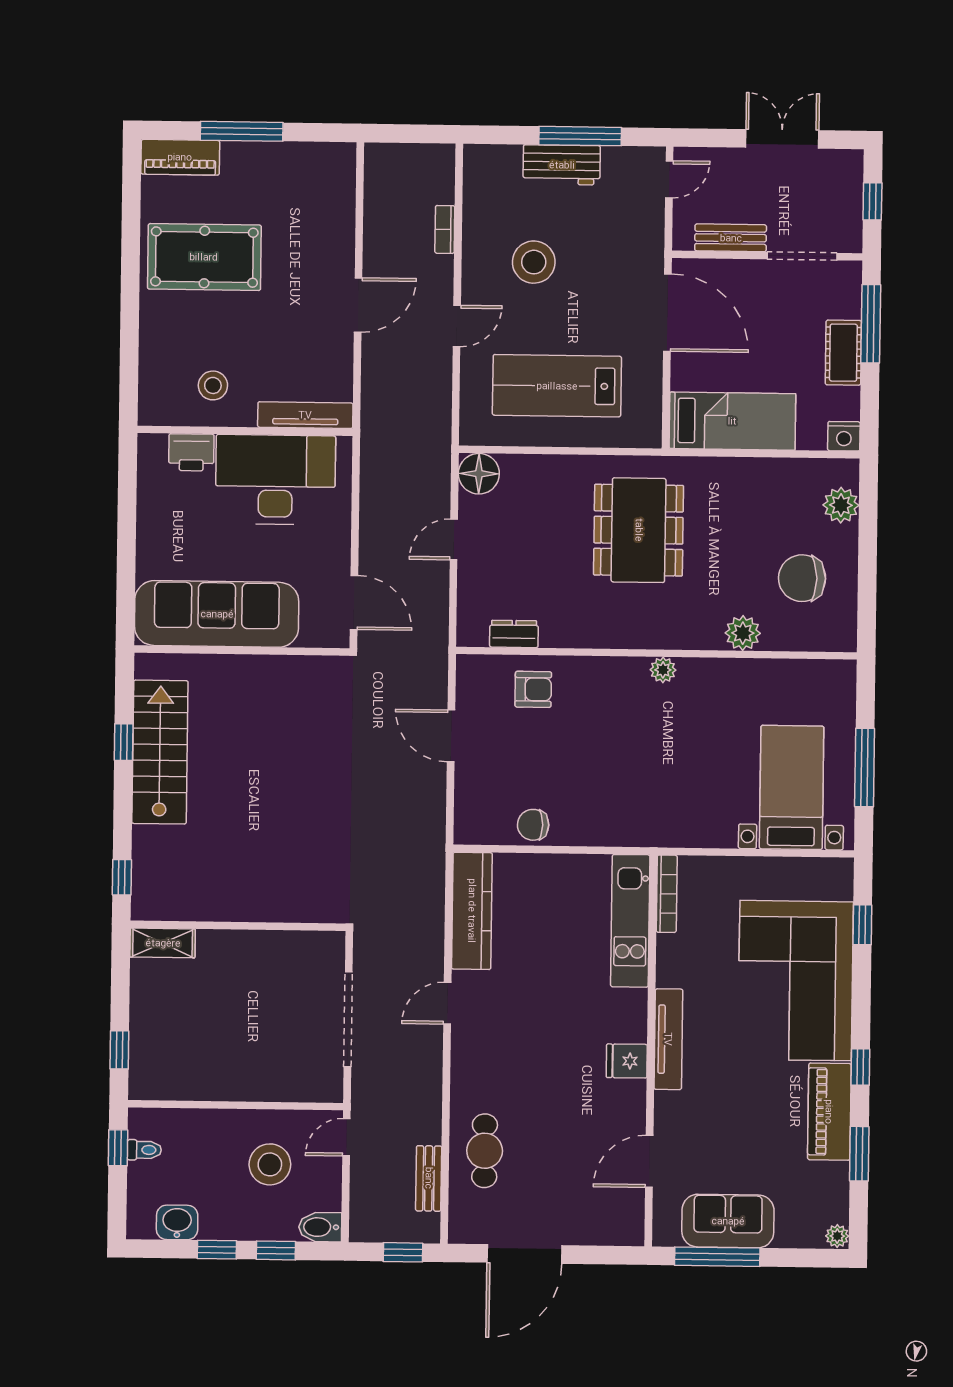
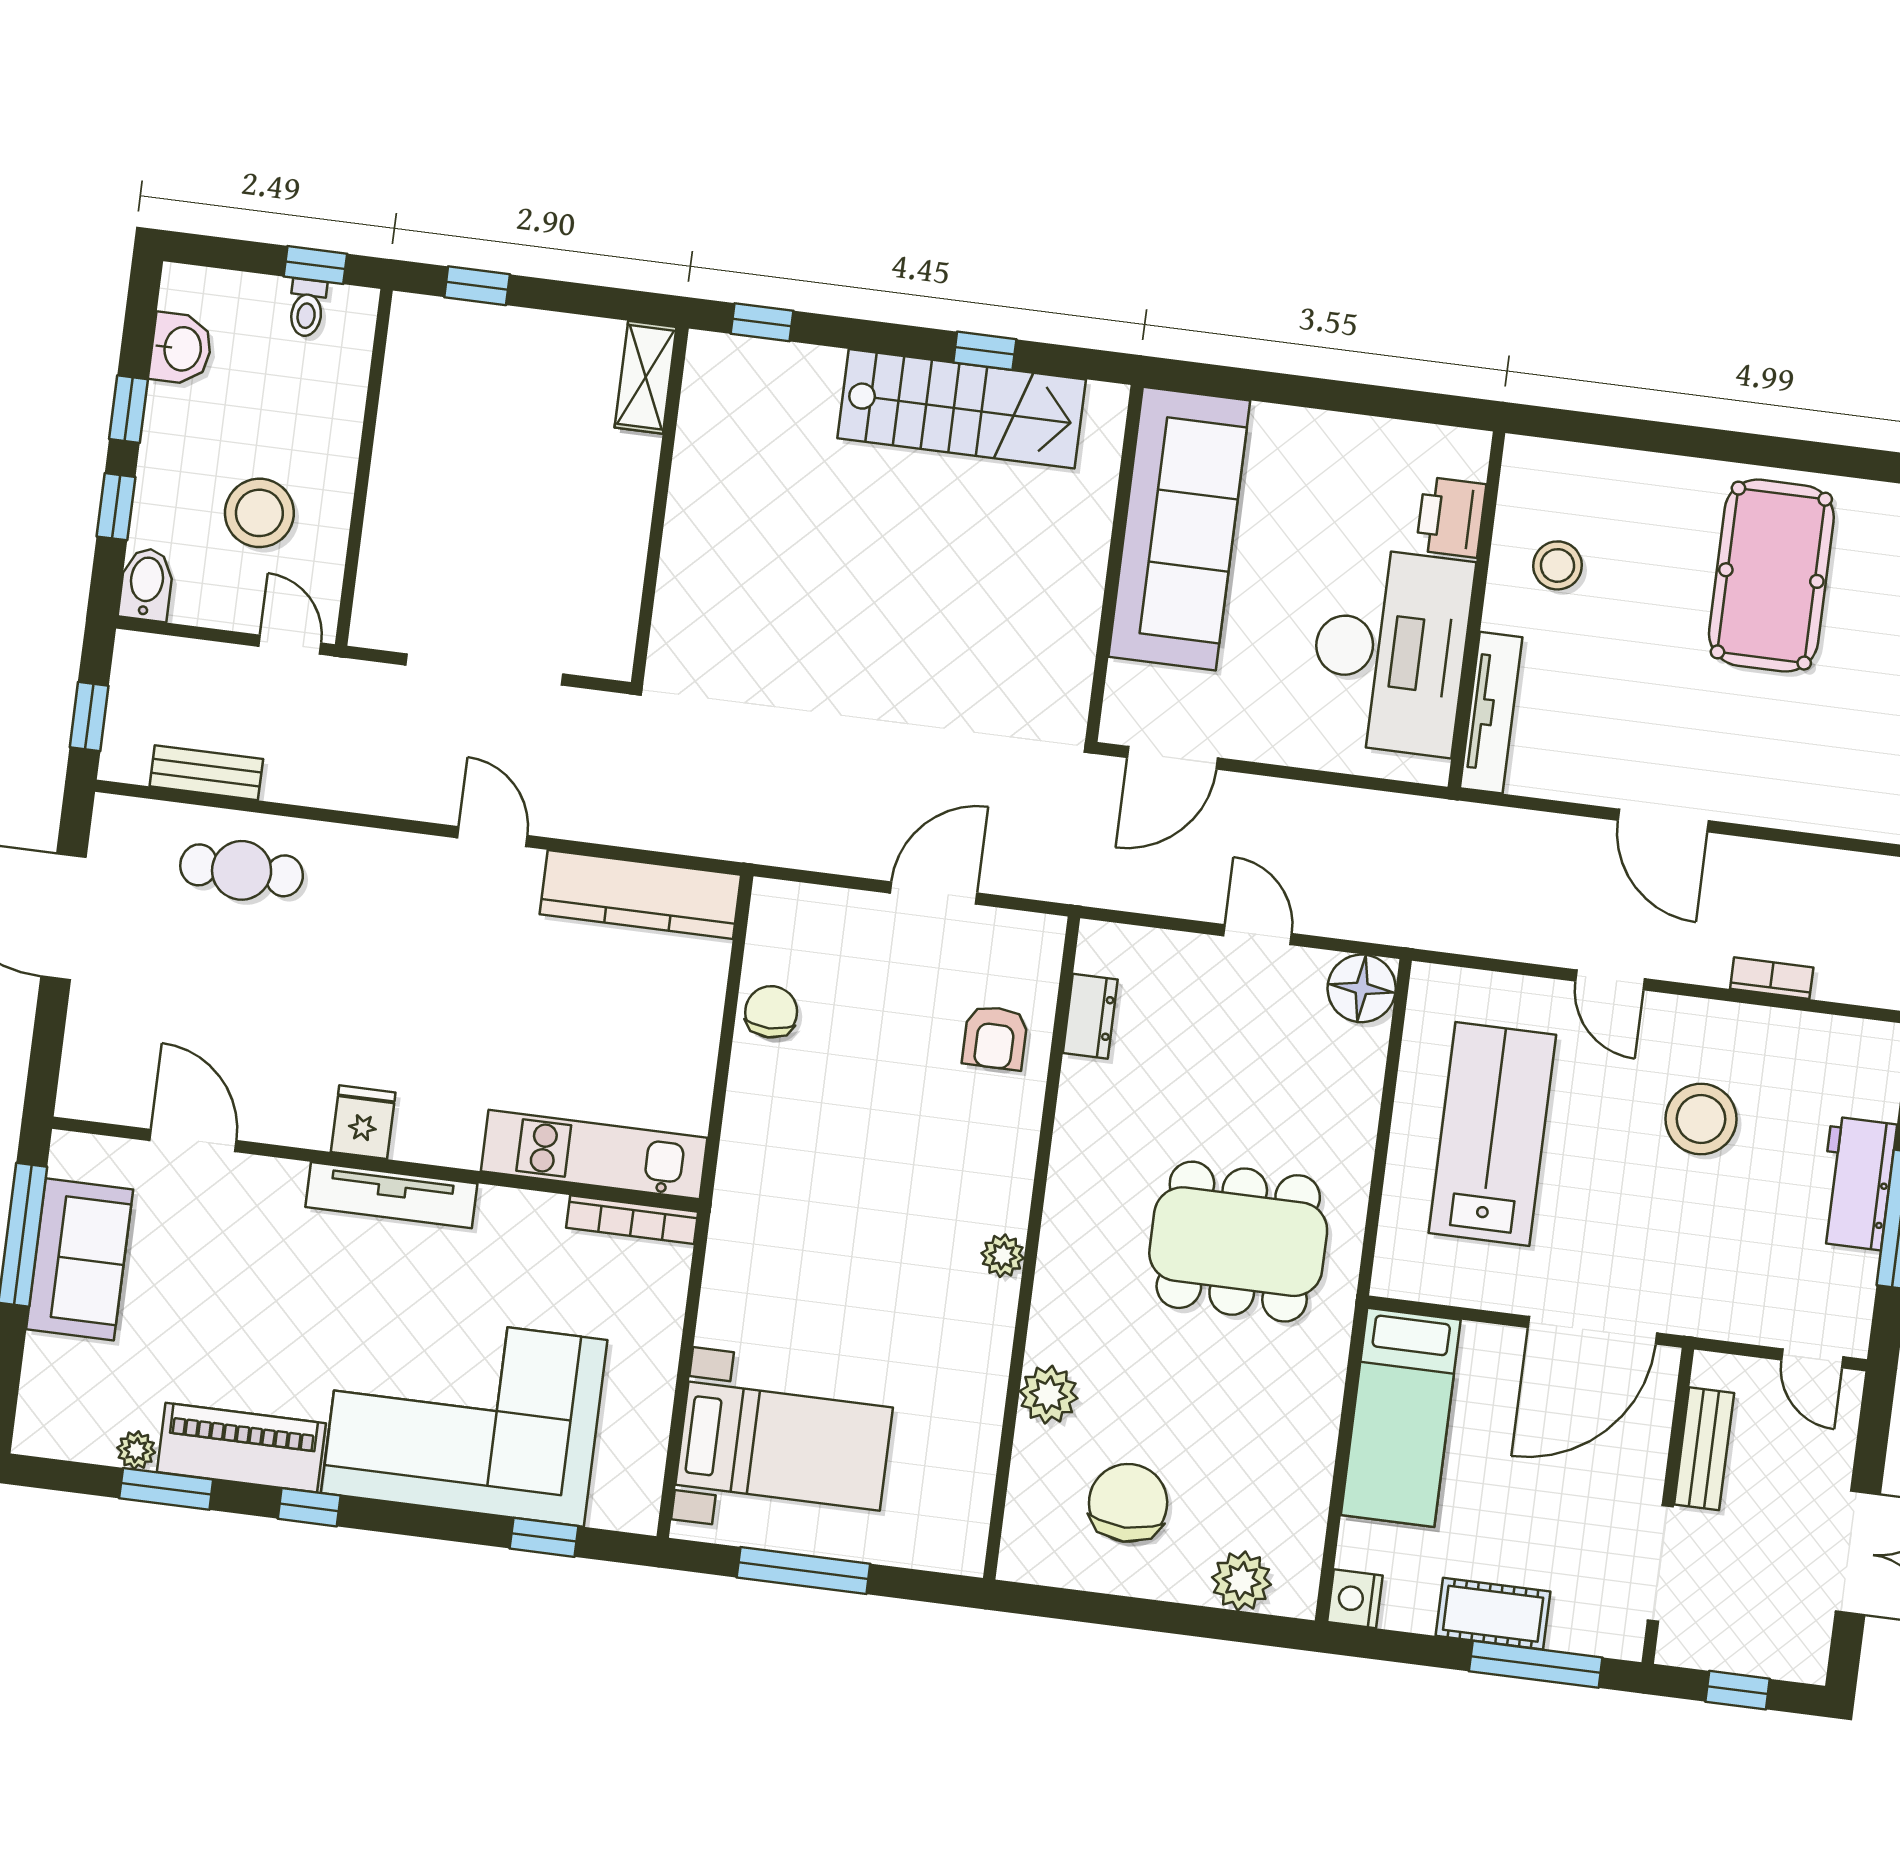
plant: (837, 1236) -> (136, 1450), moved

